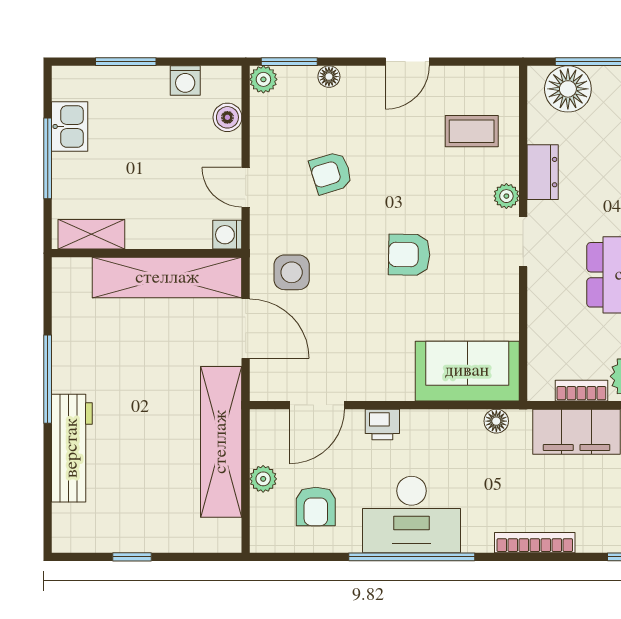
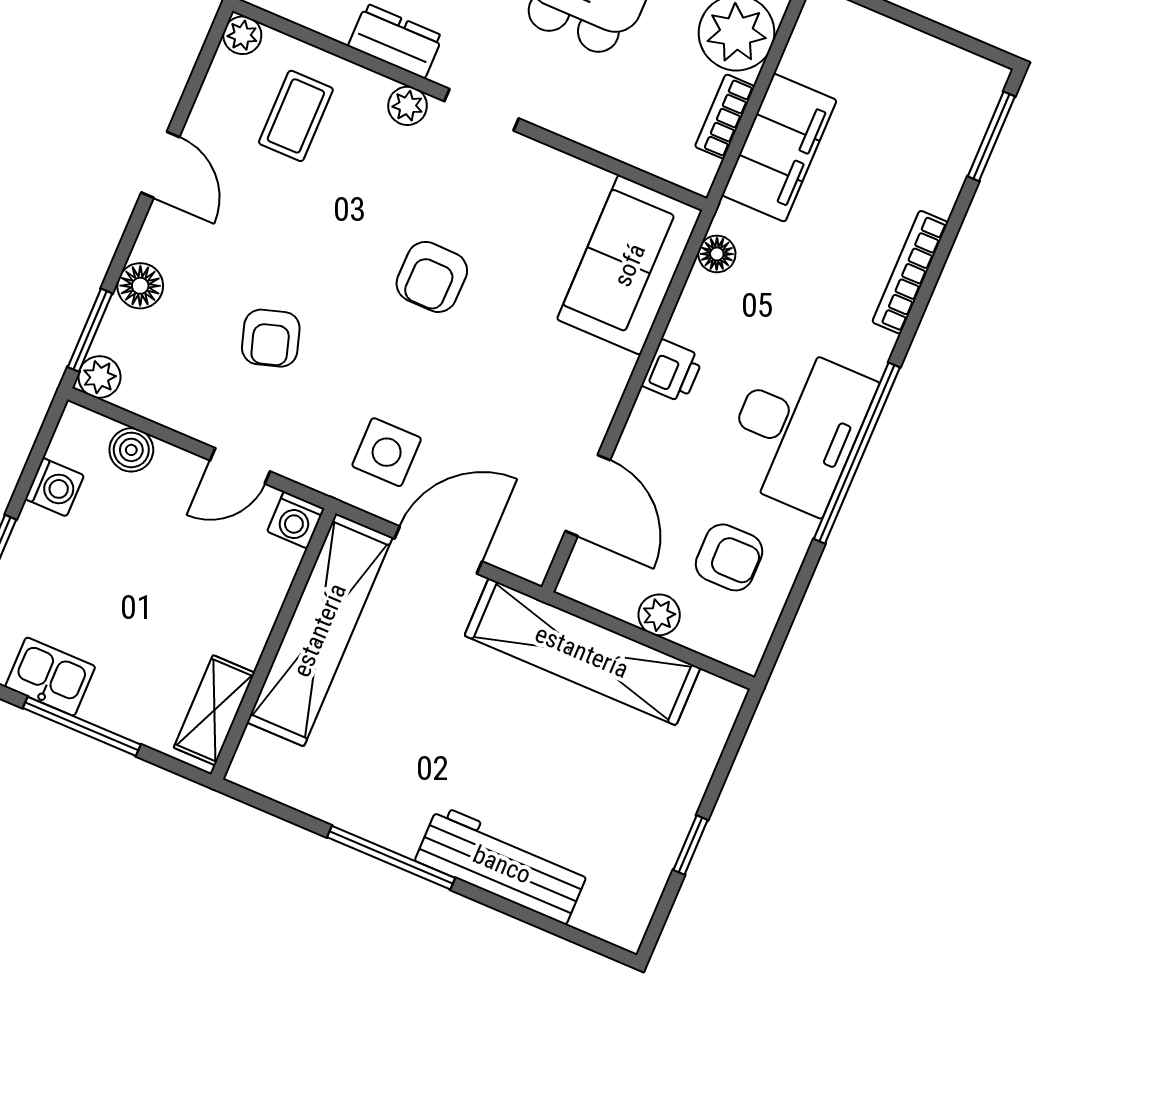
floor lamp: (329, 77) -> (140, 286), width x1.37, depth x1.37
plant: (507, 78) -> (242, 35), added
printer: (382, 424) -> (673, 371), moved

